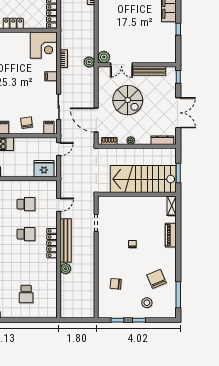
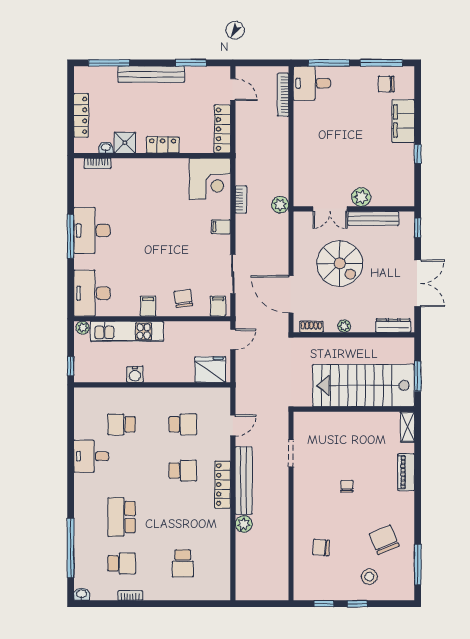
plant: (104, 57) -> (361, 197), moved

